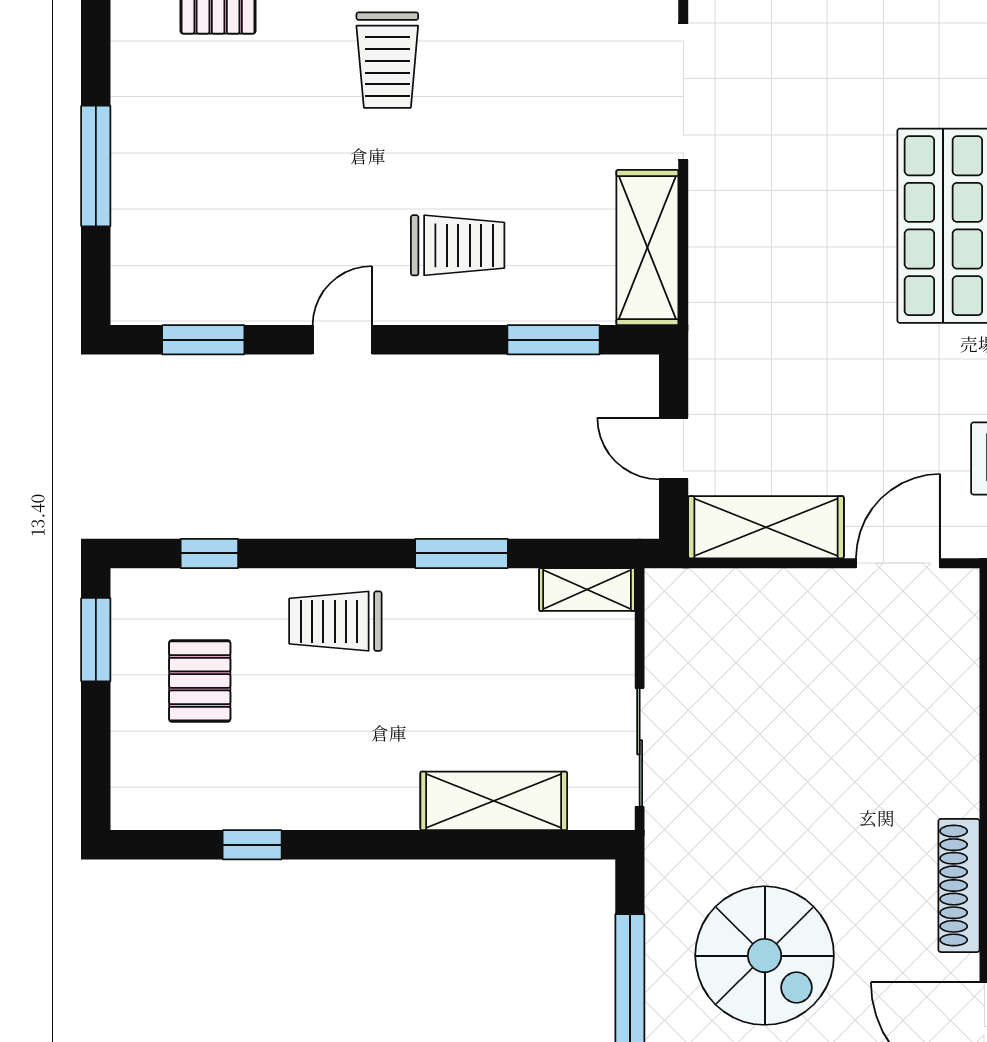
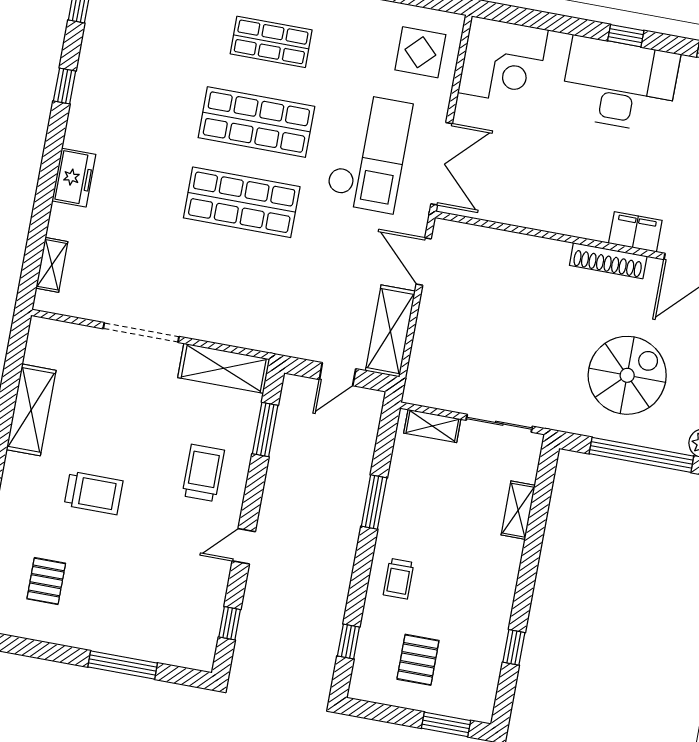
window: (203, 340) -> (230, 623), width x0.67
door: (342, 340) -> (244, 546), hinge flipped
shelving: (587, 590) -> (432, 426), moved, turned 90
trolley: (335, 621) -> (399, 579), width x0.73, depth x0.72
window: (96, 640) -> (446, 724), moved
pallet: (200, 681) -> (418, 660), turned 90
shelving: (494, 801) -> (518, 510), width x0.67, depth x0.75

